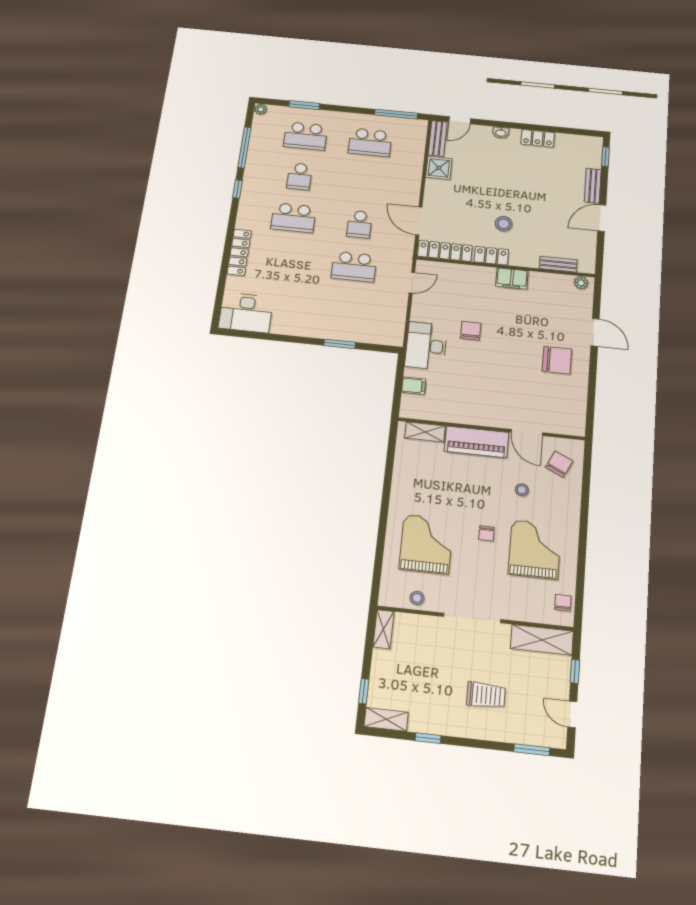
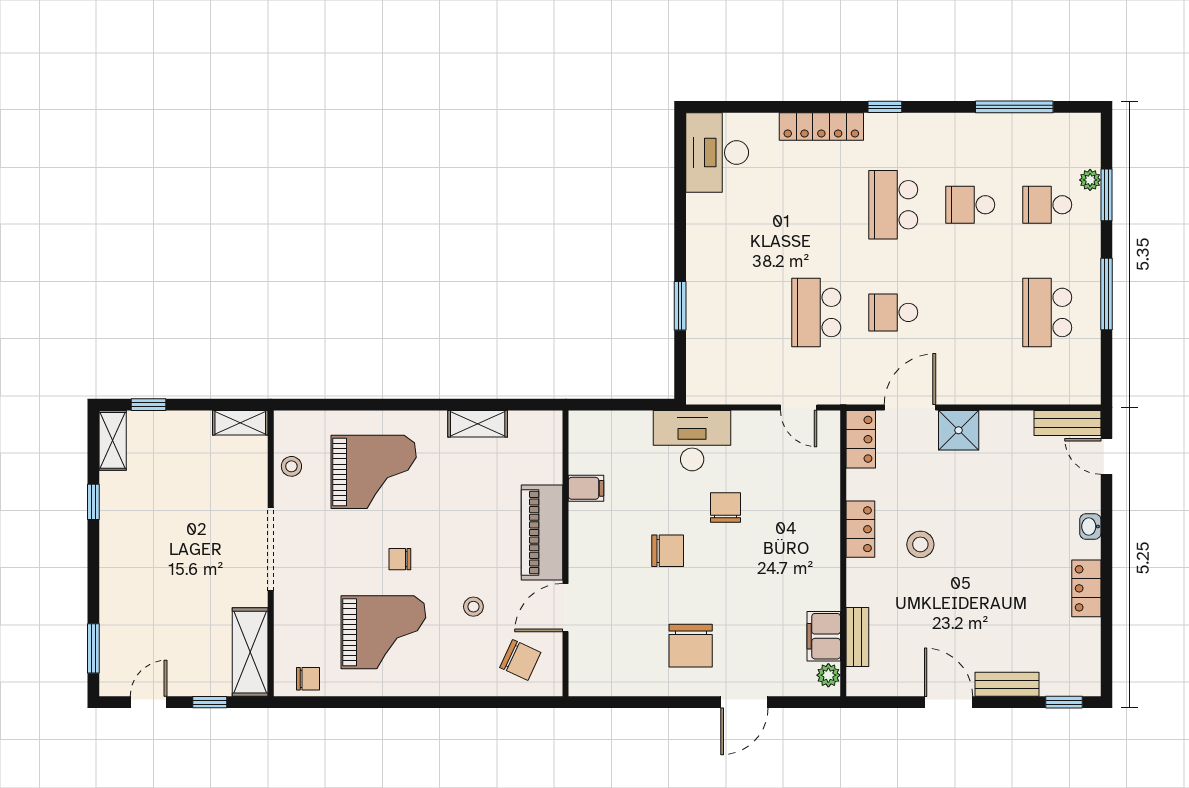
plant: (261, 109) -> (1090, 180), moved
window: (396, 114) -> (1106, 294), moved
school desk: (306, 136) -> (1047, 205), width x0.54
shower: (439, 168) -> (959, 430), moved
window: (238, 189) -> (885, 107), moved
locker: (445, 251) -> (861, 439), width x0.66
filing cabinet: (512, 278) -> (824, 636), moved
chair: (471, 331) -> (726, 508), turned -90
chair: (495, 367) -> (668, 551), added
filing cabinet: (414, 386) -> (586, 488), moved, turned -90
shelving: (425, 432) -> (478, 424), moved, turned 90
trolley: (486, 695) -> (162, 578), removed

